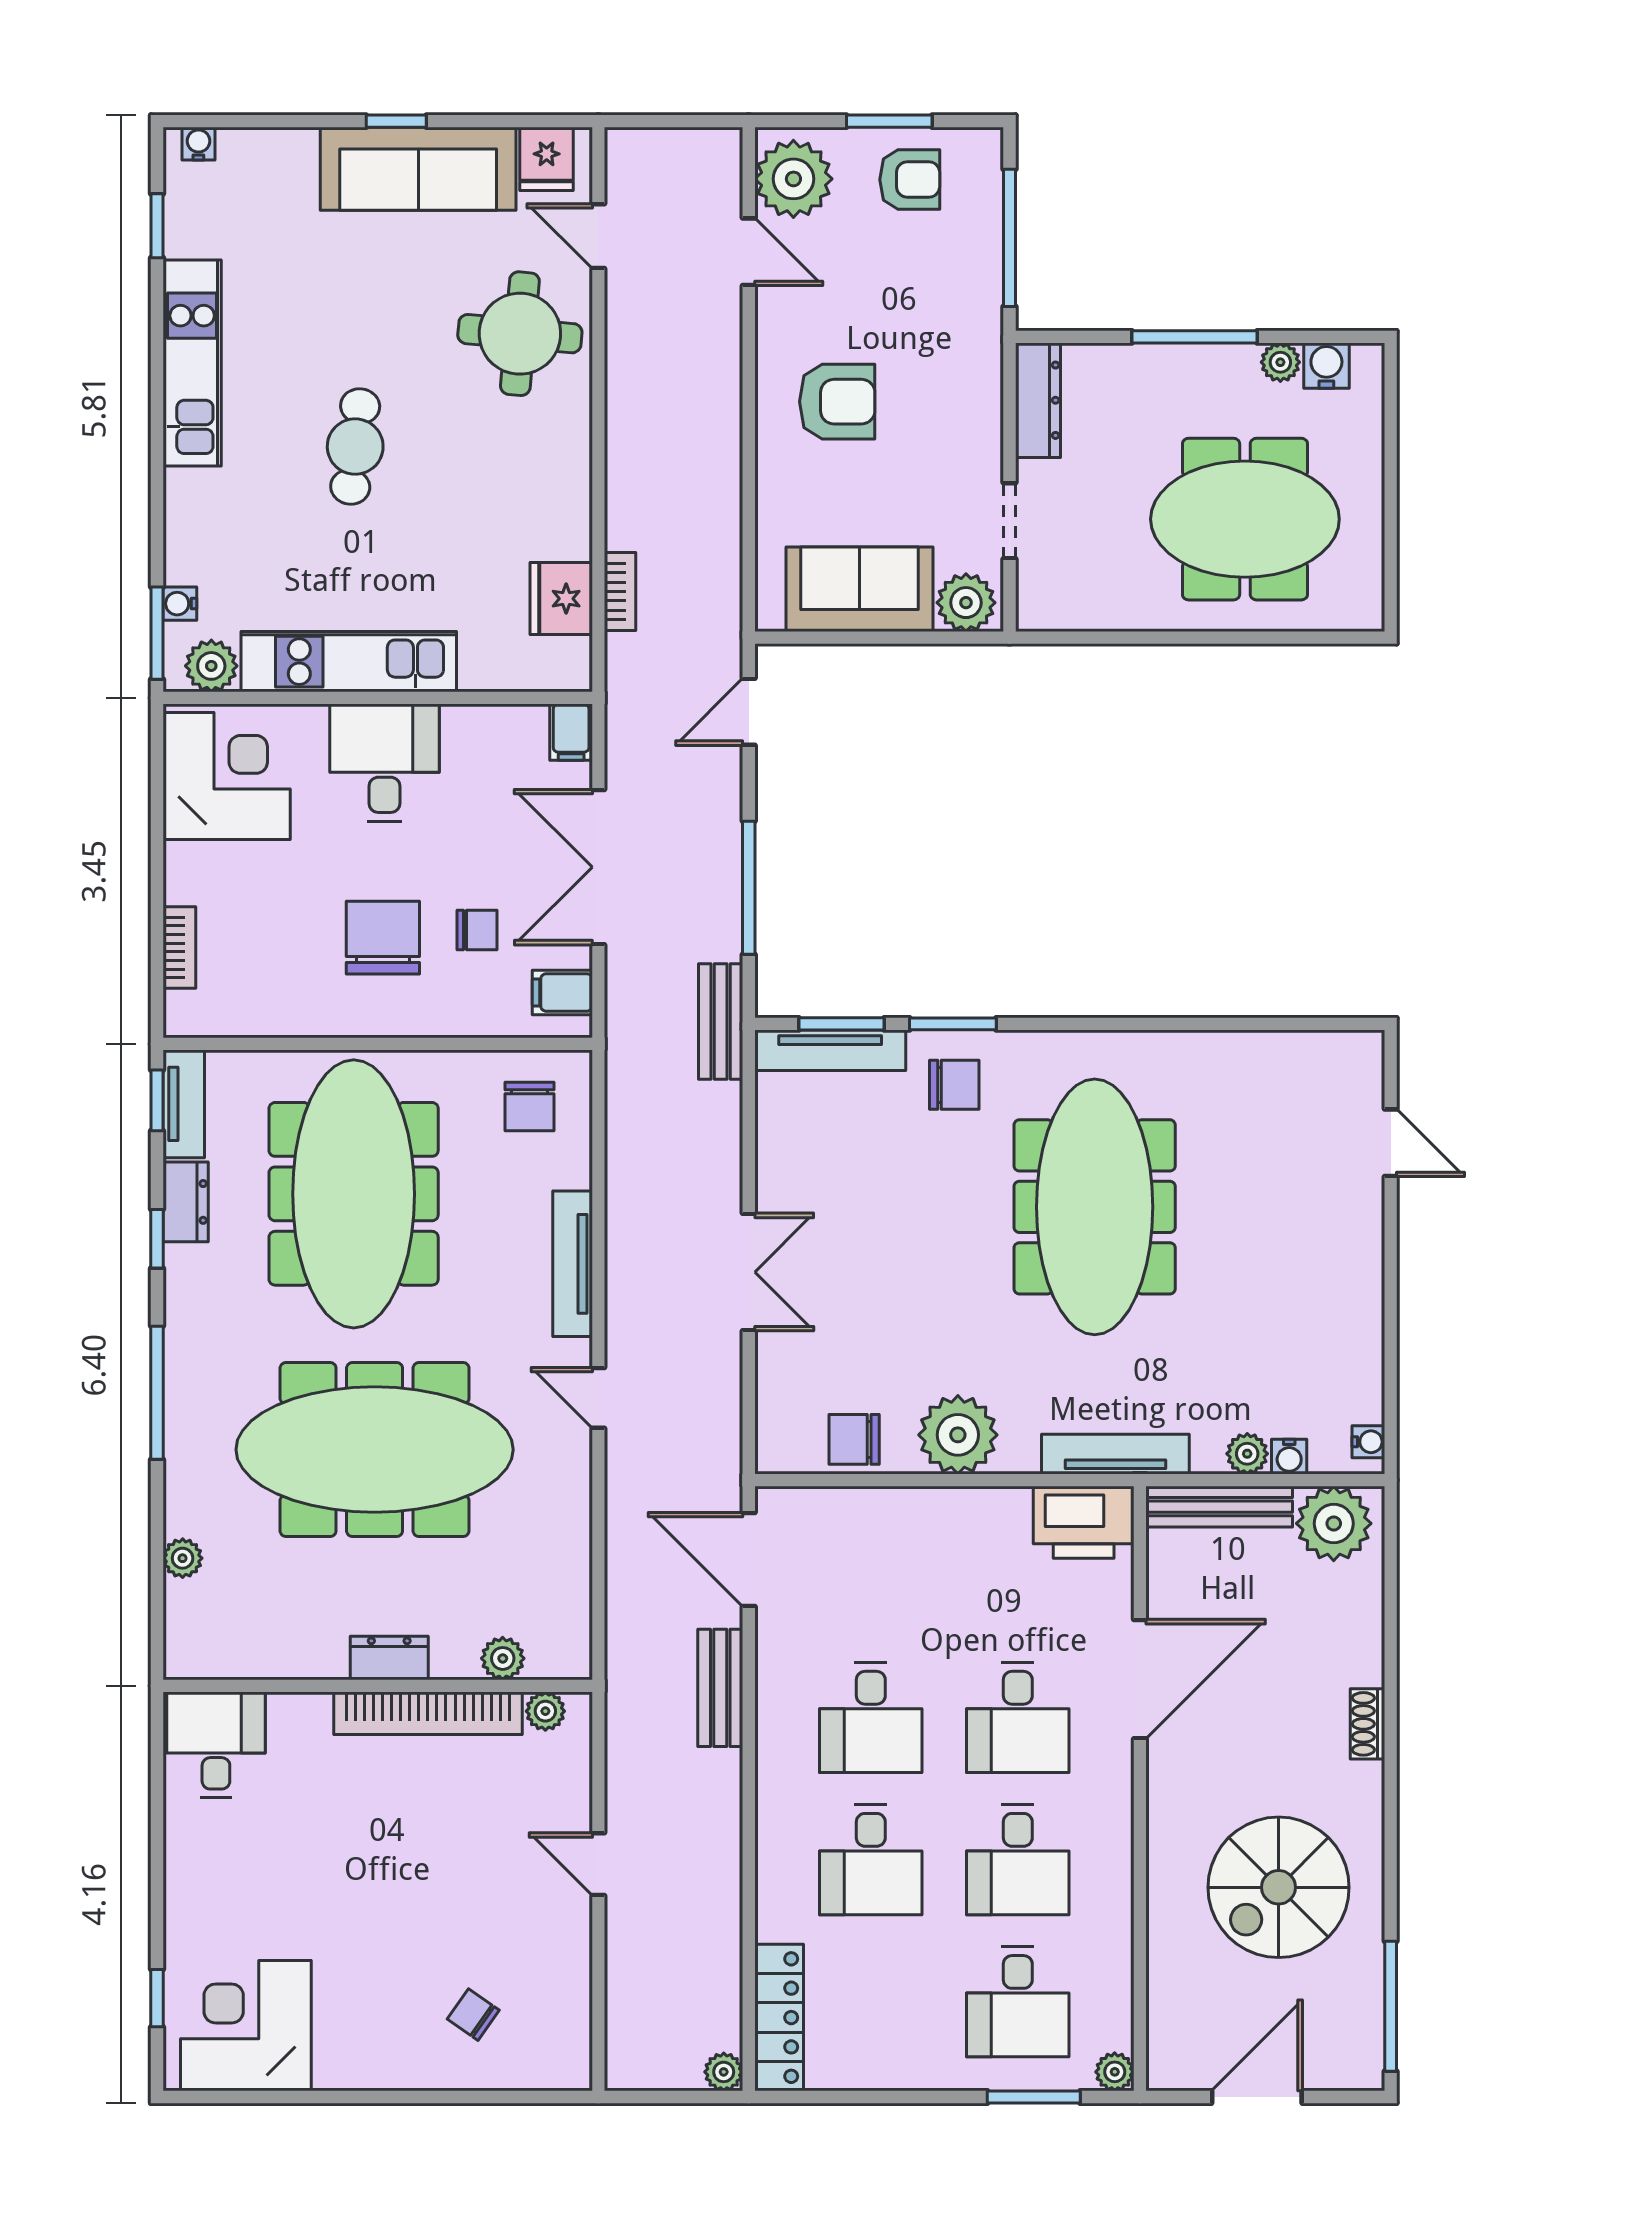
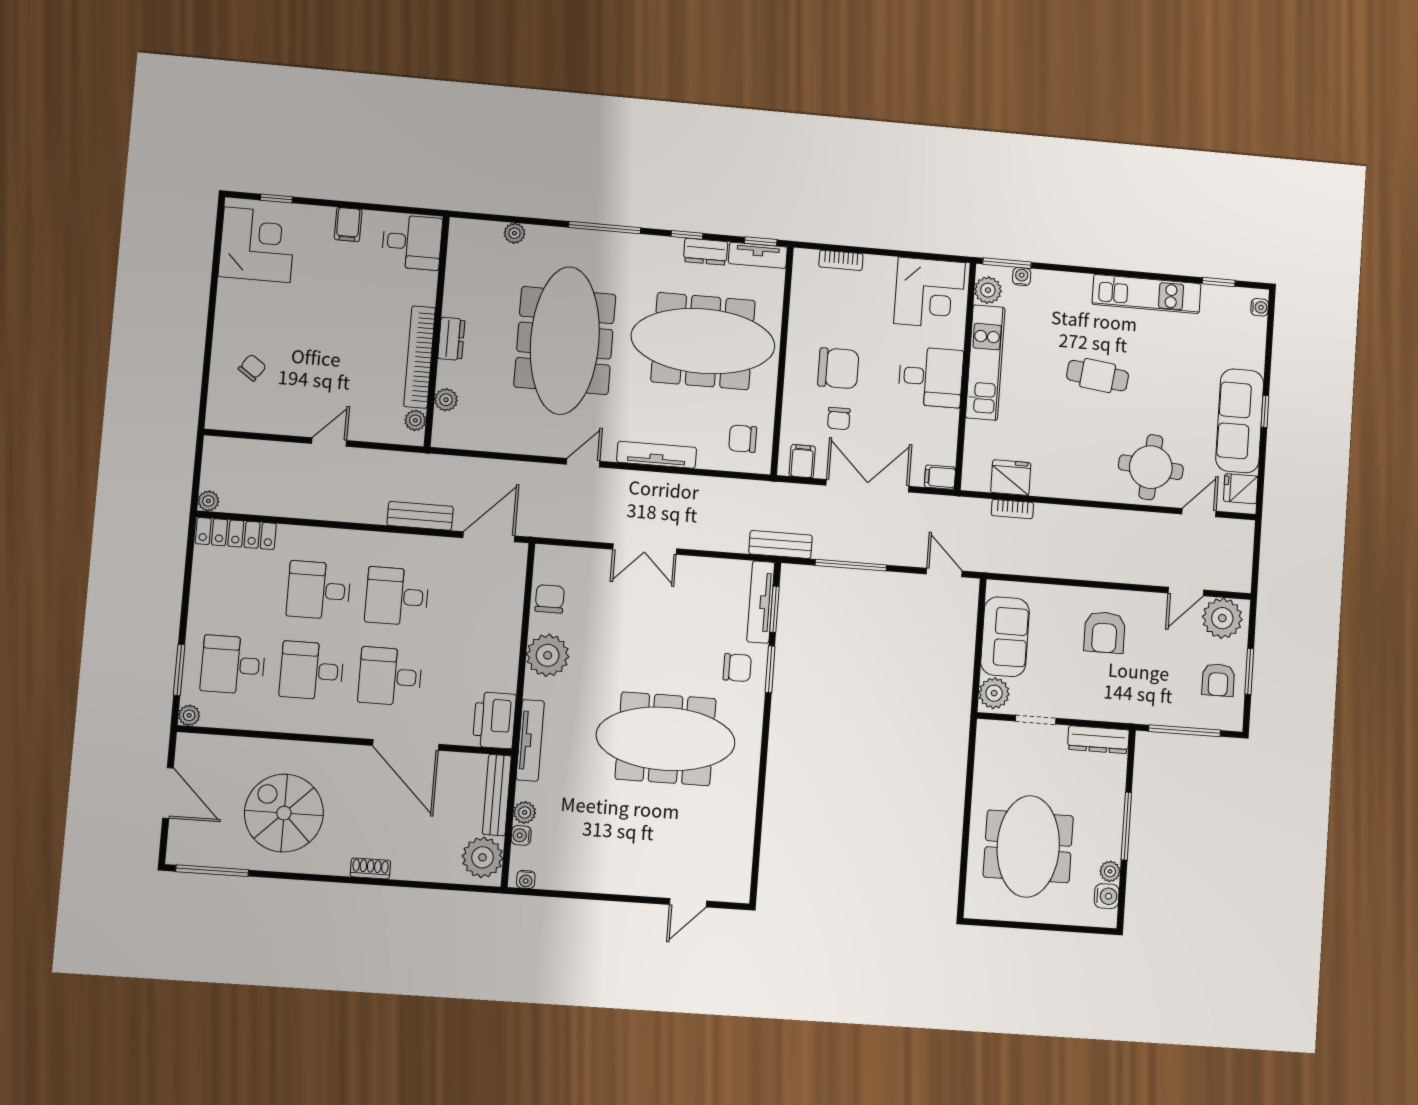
chair: (954, 1085) -> (737, 668), turned -90
filing cabinet: (194, 1864) -> (348, 224), added

